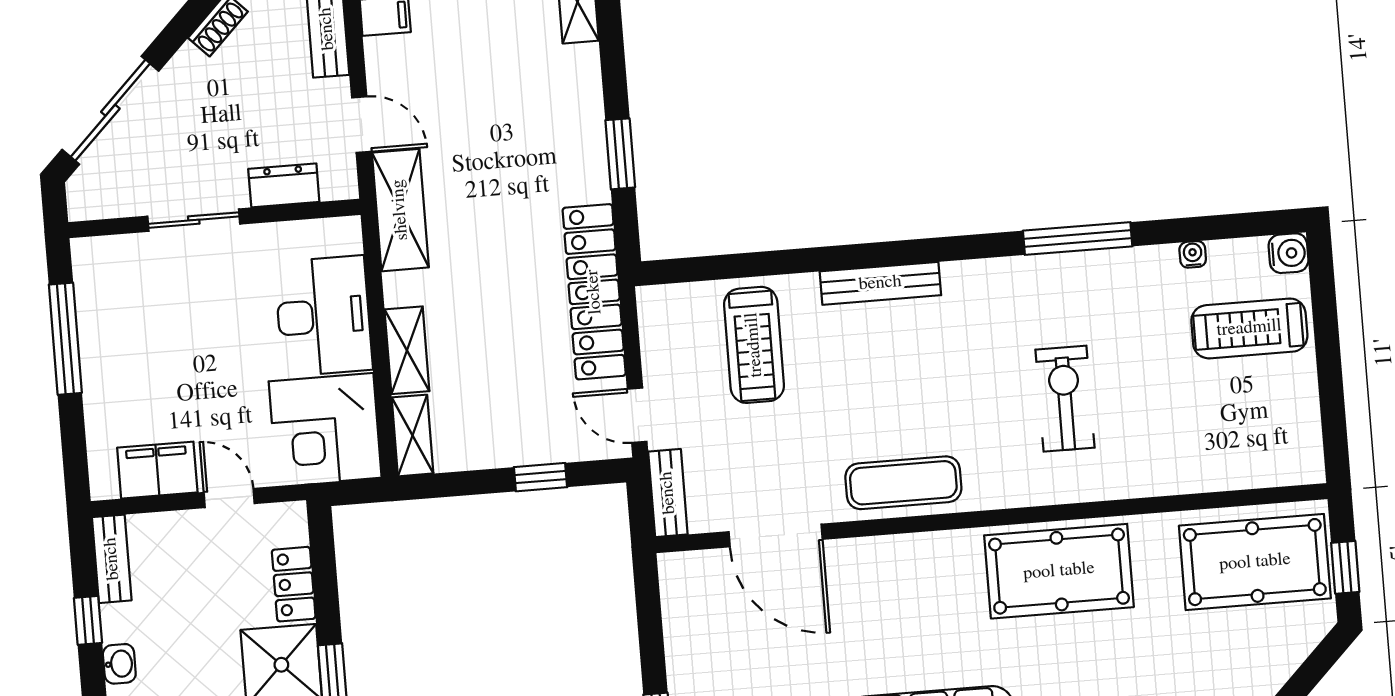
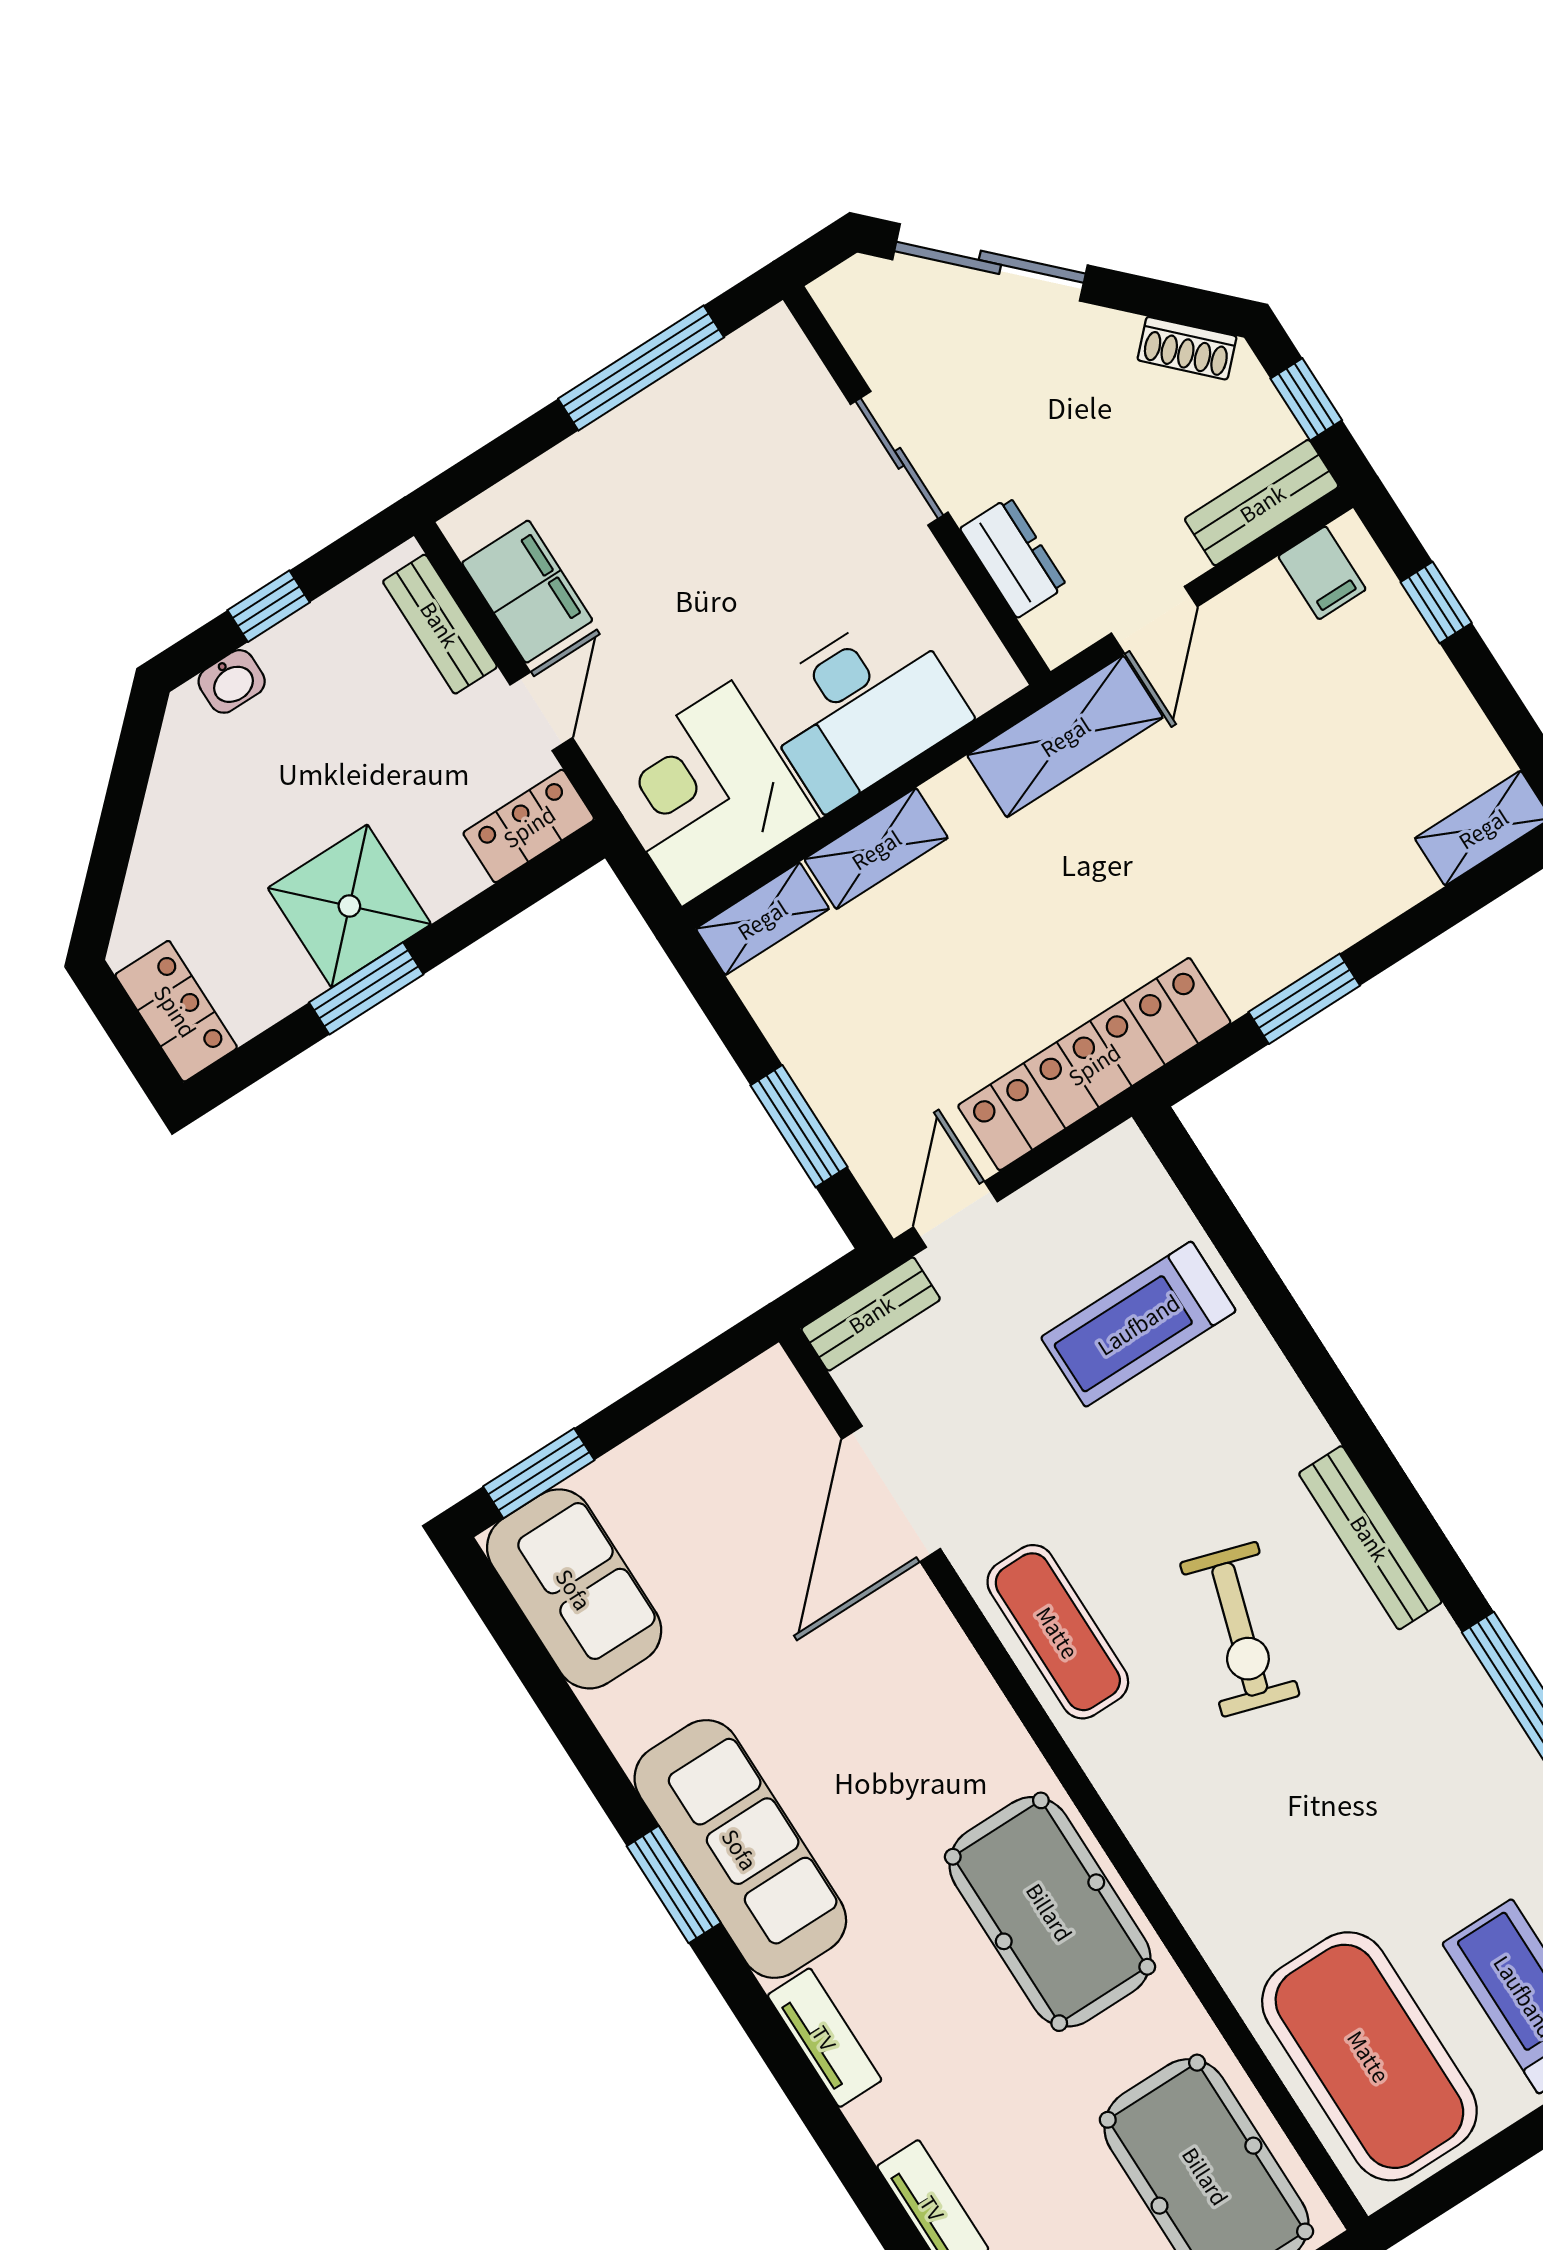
bench: (880, 283) -> (1370, 1538), moved
exercise bike: (1065, 399) -> (1240, 1629), moved, turned 107
exercise mat: (1236, 434) -> (1369, 2056), added
window: (540, 477) -> (799, 1126), width x1.50
bench: (112, 559) -> (440, 624), moved, turned 90
locker: (294, 584) -> (529, 826), moved

